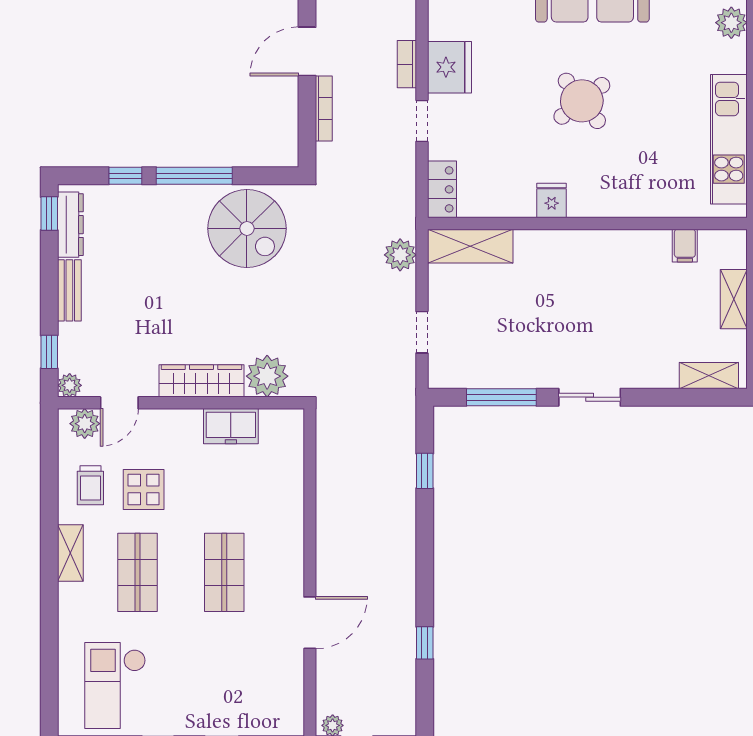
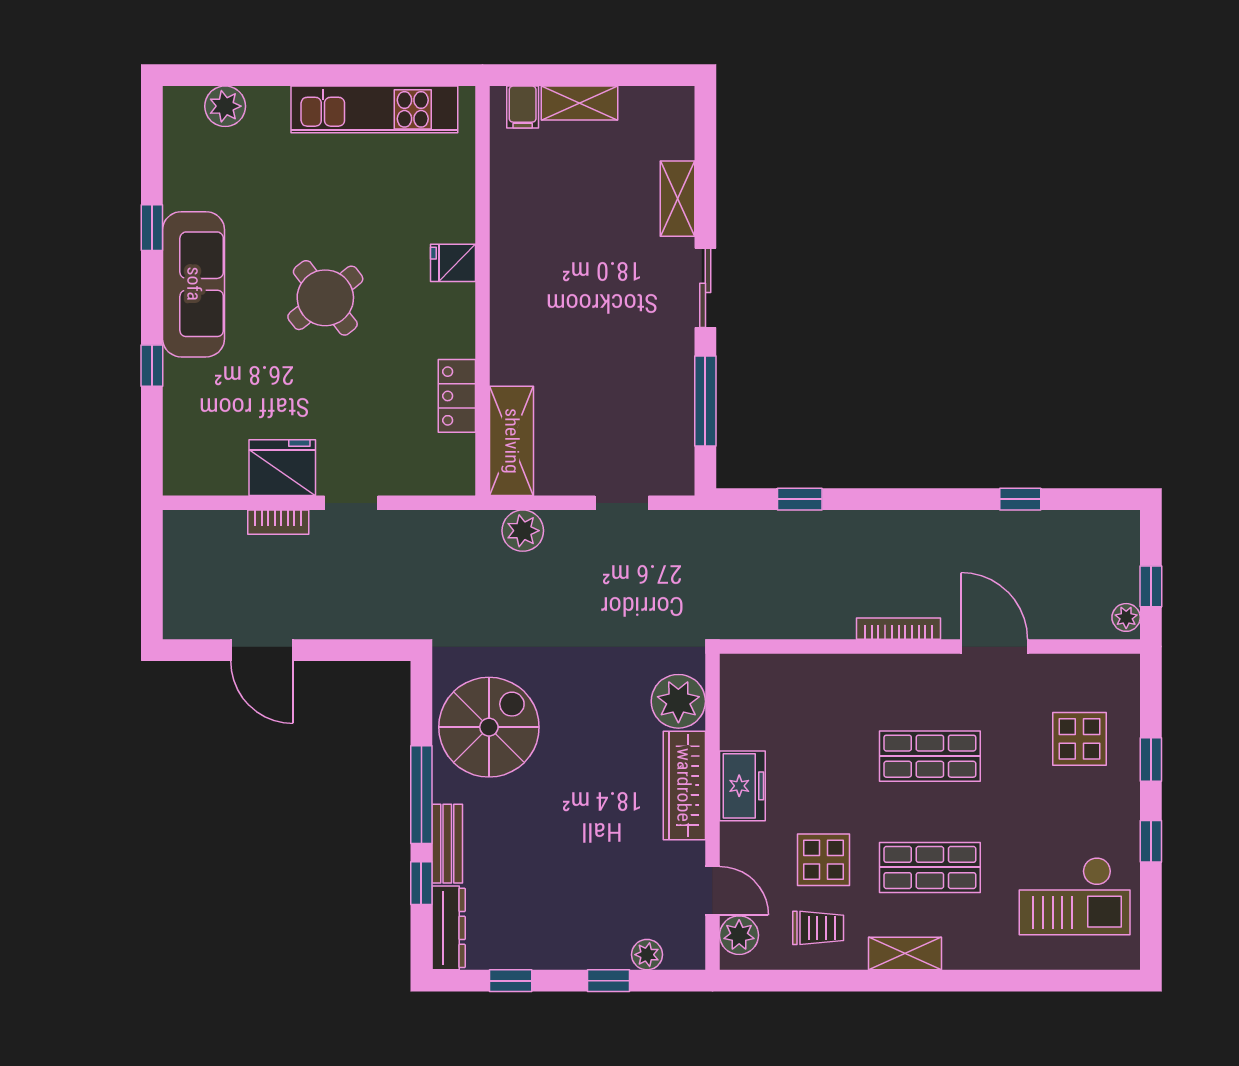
bookcase: (324, 109) -> (899, 629), moved
locker: (442, 189) -> (457, 396), moved, turned -90
fridge: (552, 200) -> (453, 263), moved
window: (49, 213) -> (511, 981), moved
dresser: (70, 225) -> (449, 928), moved, turned 90
filing cabinet: (685, 246) -> (523, 107), moved, turned 90
bench: (69, 290) -> (447, 844), moved, turned 90
window: (49, 352) -> (609, 981), moved
shelving: (709, 376) -> (677, 199), moved
plant: (70, 385) -> (647, 955), moved
freezer: (231, 426) -> (742, 786), moved
display table: (238, 689) -> (1079, 739), added

